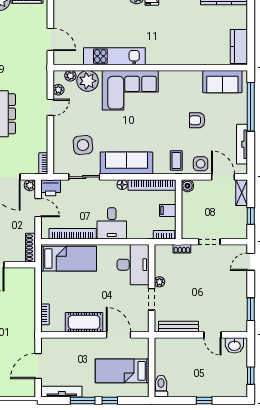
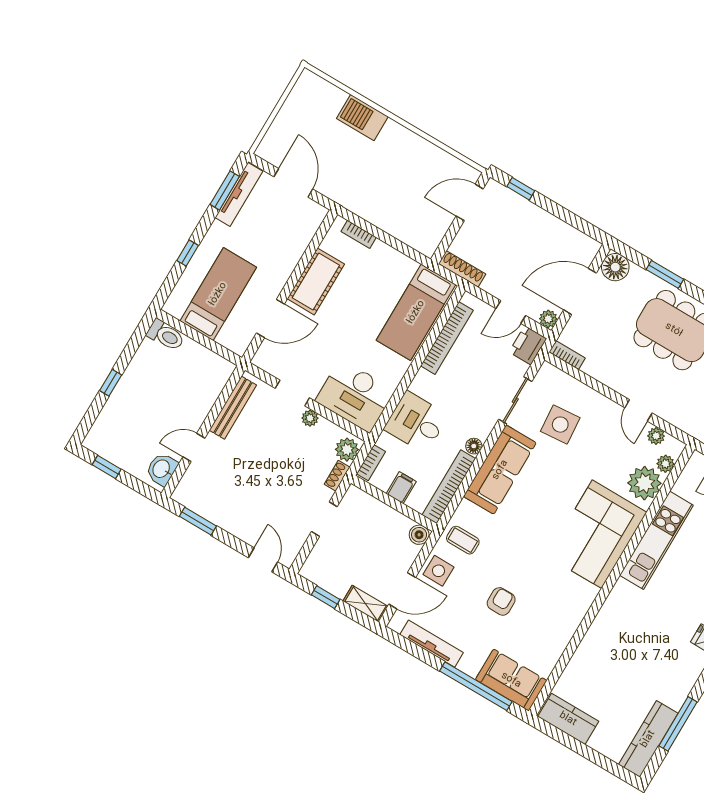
sofa: (222, 82) -> (511, 680), moved, turned 90
desk: (112, 223) -> (416, 422), moved
plant: (165, 252) -> (347, 450), added
window: (83, 400) -> (225, 190), moved

